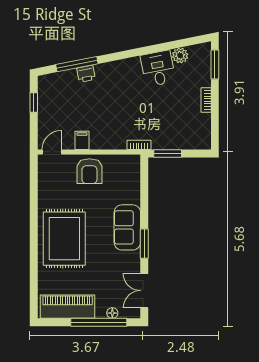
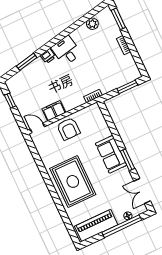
window: (77, 64) -> (27, 62), width x0.69
desk: (158, 68) -> (66, 51), moved
printer: (86, 74) -> (48, 56), moved
filing cabinet: (82, 140) -> (54, 111), width x2.00
door: (52, 152) -> (37, 128), hinge flipped
window: (168, 154) -> (127, 87), moved

